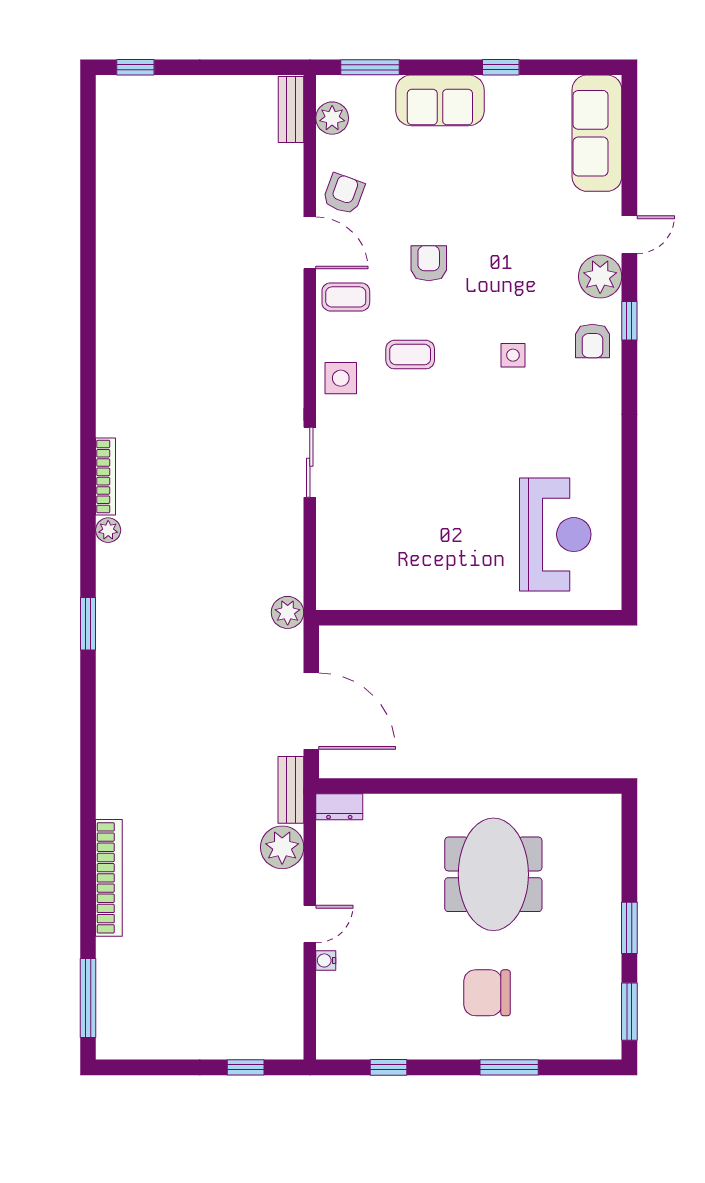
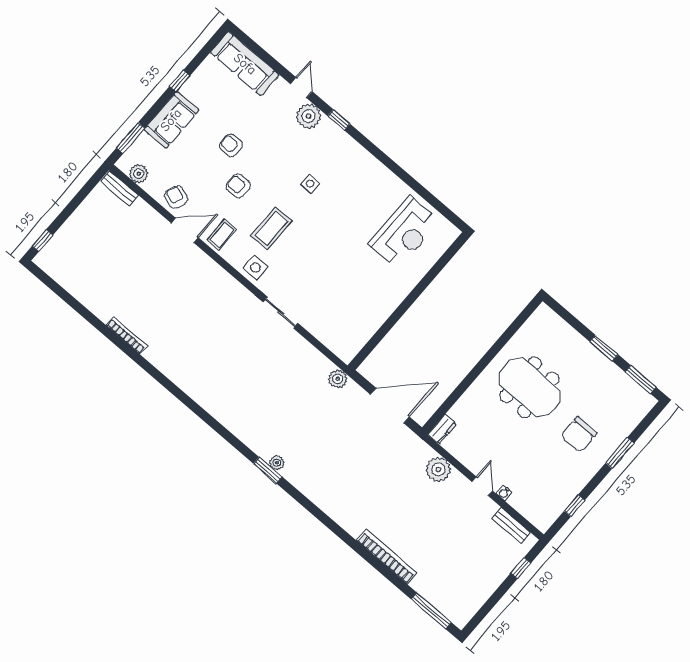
armchair: (592, 341) -> (231, 145), moved, turned 180
coffee table: (410, 355) -> (271, 228), width x1.36, depth x1.30
bookcase: (106, 476) -> (126, 335), moved
plant: (108, 530) -> (277, 463), moved
reception desk: (555, 535) -> (404, 233), turned 90
bench: (291, 790) -> (511, 525), moved

